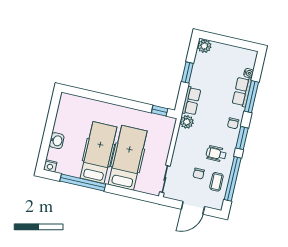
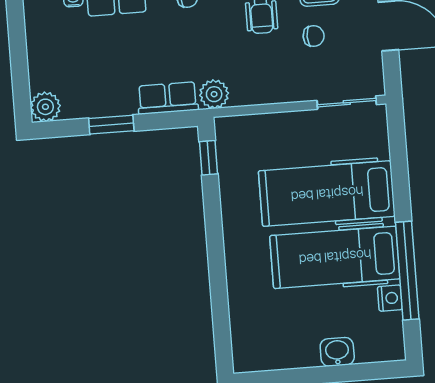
nightstand: (50, 166) -> (390, 298), moved

